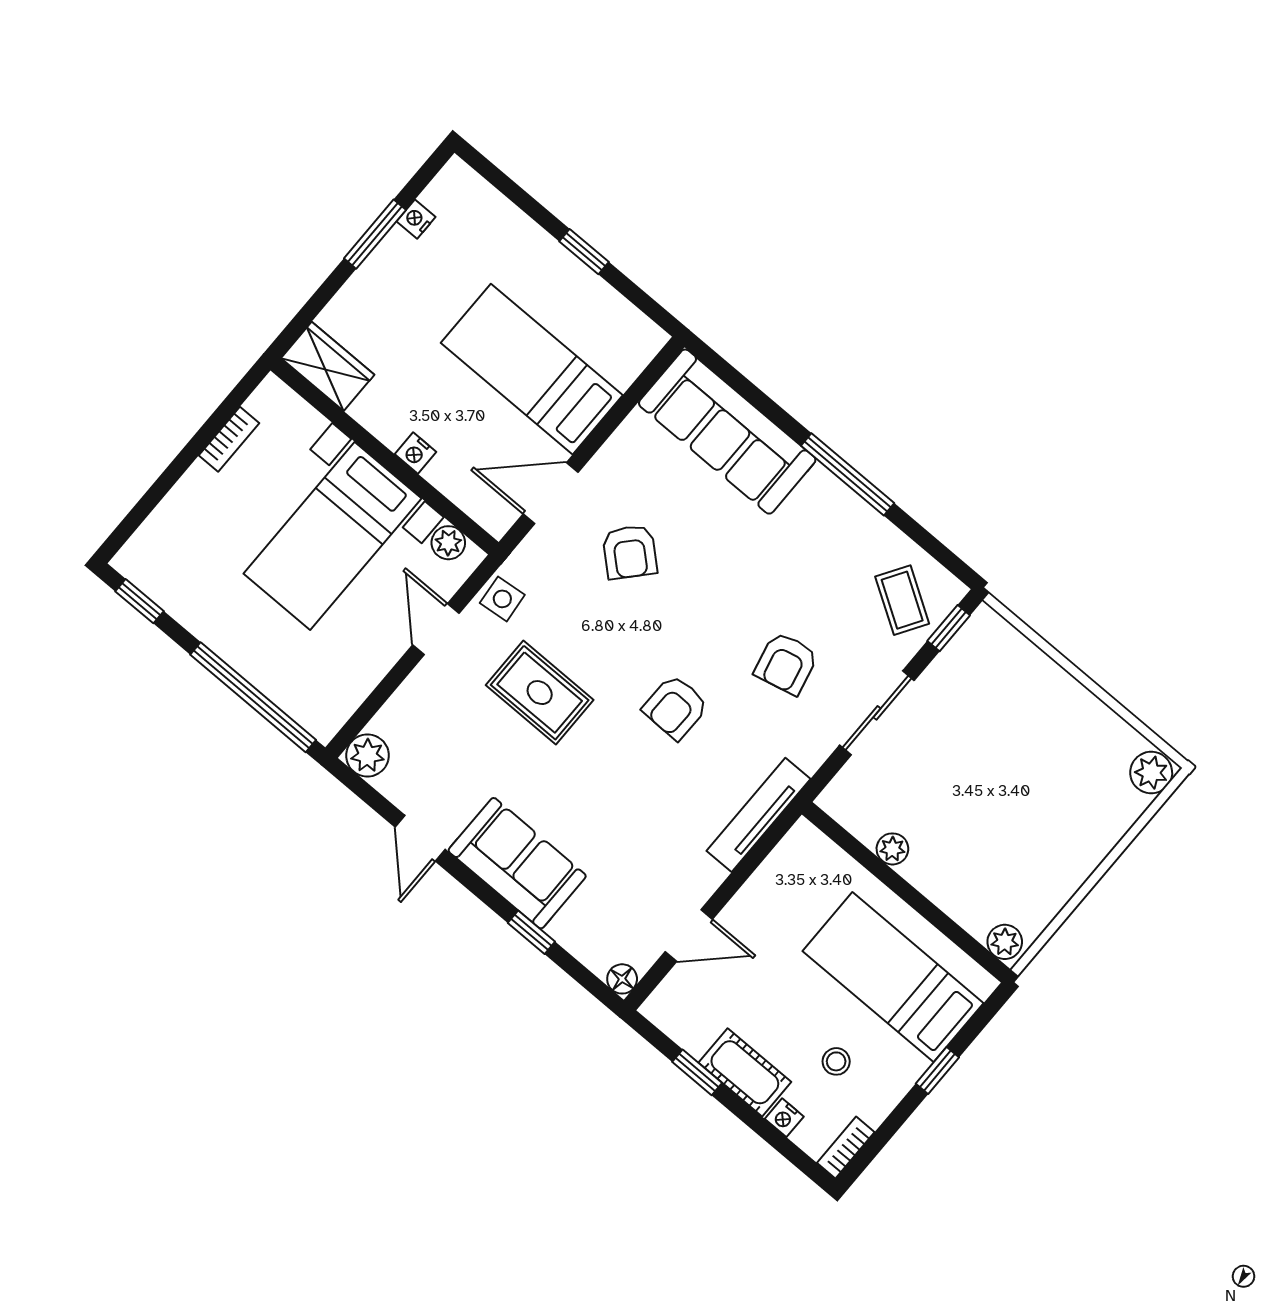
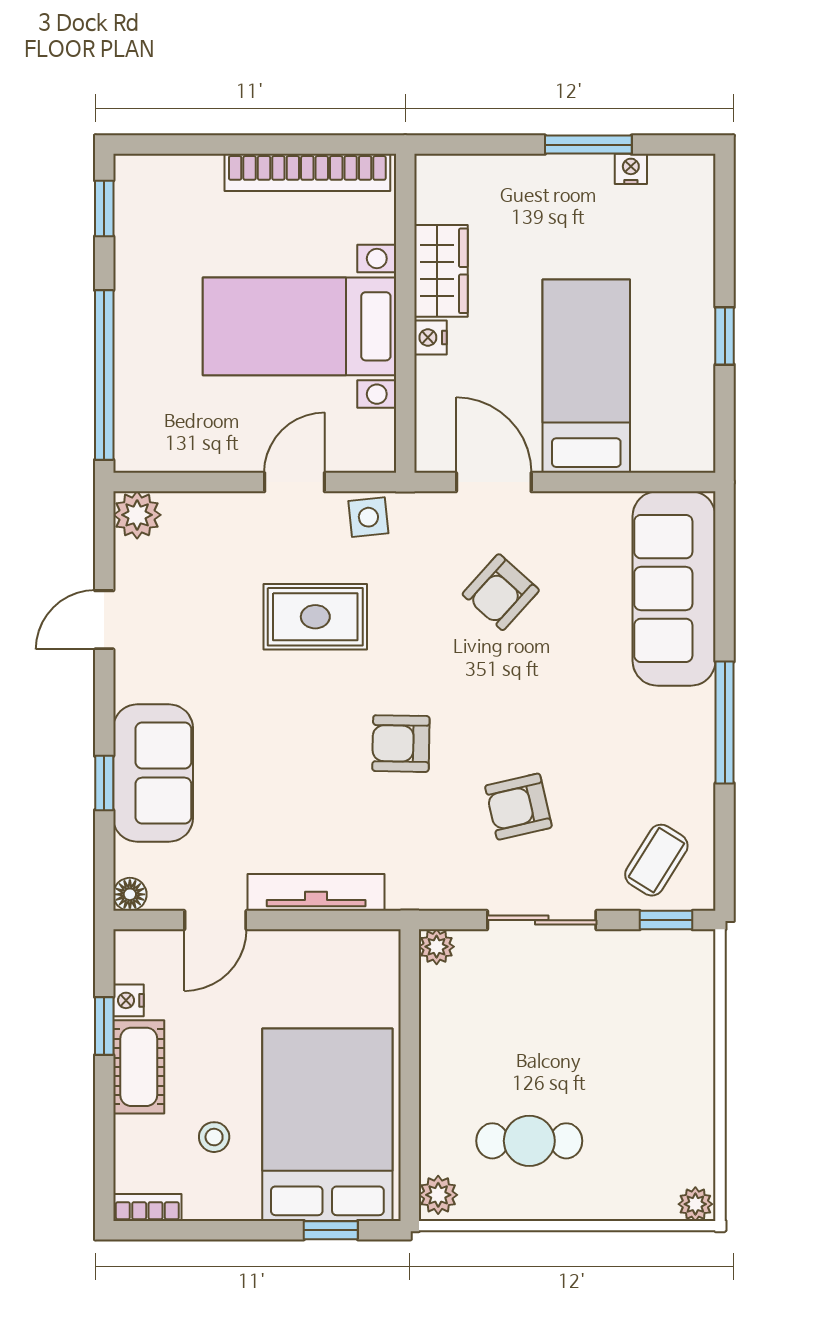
wardrobe: (328, 366) -> (441, 271), moved
bookcase: (229, 439) -> (307, 172), width x2.31, depth x1.31
plant: (448, 543) -> (377, 430), removed
rug: (540, 693) -> (315, 617), turned 90
plant: (1151, 773) -> (695, 1204), width x0.73, depth x0.73
tv unit: (759, 815) -> (316, 892), moved
plant: (892, 849) -> (437, 947), moved
cafe table: (1020, 849) -> (529, 1141), added
sofa: (517, 863) -> (153, 773), moved
door: (689, 935) -> (215, 920), hinge flipped
bed: (893, 977) -> (327, 1125), width x1.50
window: (937, 1070) -> (331, 1230), moved
nightstand: (784, 1118) -> (128, 1000), moved

